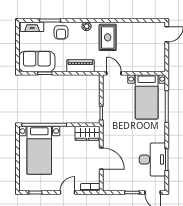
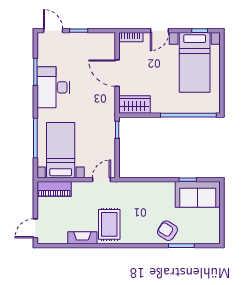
plant: (86, 26) -> (136, 238), removed
fireplace: (32, 27) -> (82, 238), moved
armchair: (61, 32) -> (167, 231), turned -57
piano: (80, 66) -> (54, 189), moved
door: (114, 73) -> (101, 180), swing flipped
bed with nightstands: (39, 150) -> (195, 62), moved, turned 180
desk: (152, 159) -> (53, 87), moved

